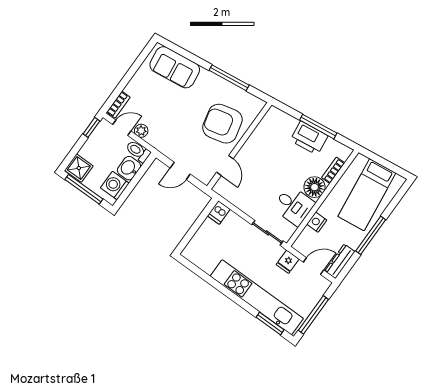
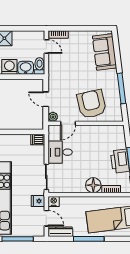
window: (91, 127) -> (34, 28), removed
plant: (141, 131) -> (53, 117), moved
desk: (294, 206) -> (60, 152), moved, turned 90
nightstand: (317, 222) -> (54, 201), moved

